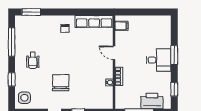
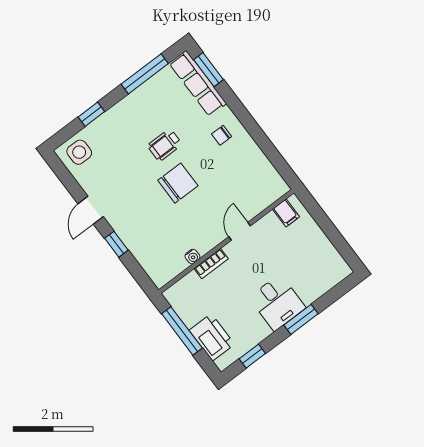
row of seats: (94, 21) -> (198, 83), moved
wheelchair: (33, 60) -> (165, 145), moved
chair: (61, 83) -> (178, 183), moved

